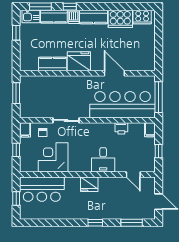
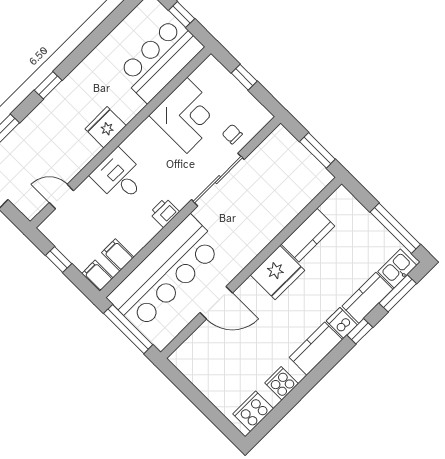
cooker: (120, 19) -> (282, 383), width x0.53, depth x0.76
window: (16, 33) -> (395, 228), width x2.17
sliding door: (66, 120) -> (218, 180), width x1.37
printer: (121, 128) -> (164, 212), moved
filing cabinet: (25, 130) -> (118, 255), moved

